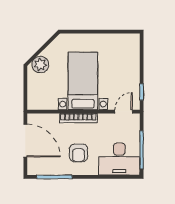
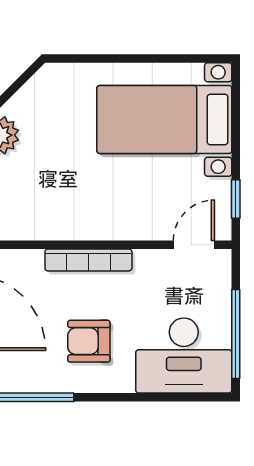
bed with nightstands: (83, 81) -> (164, 119), moved, turned -90
armchair: (79, 153) -> (89, 341), turned 90

